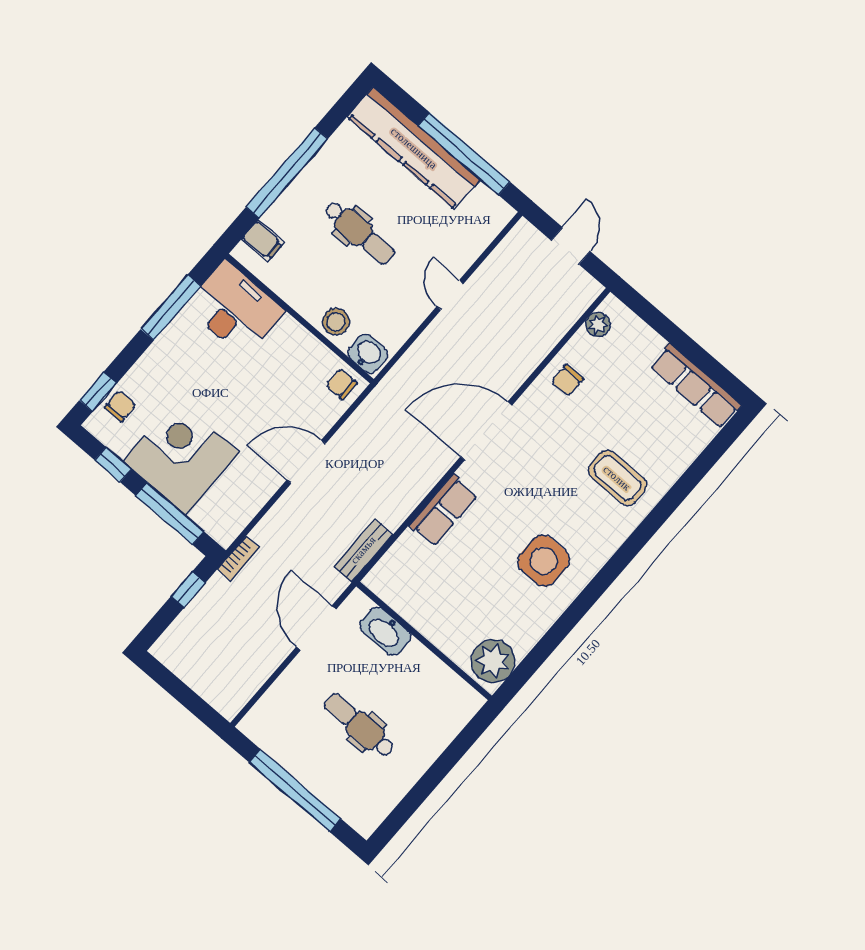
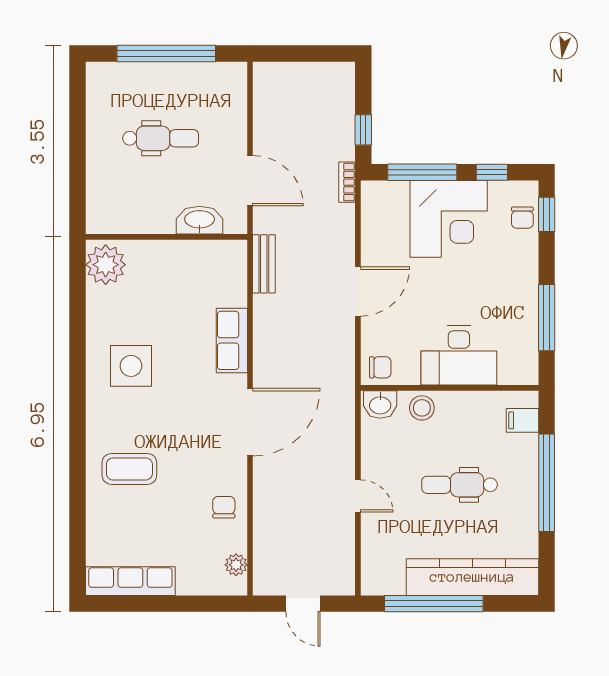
desk: (235, 309) -> (459, 356), moved

